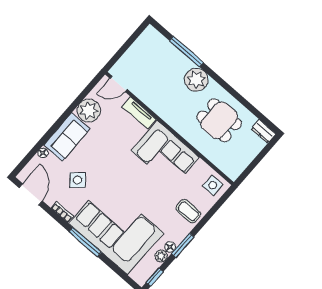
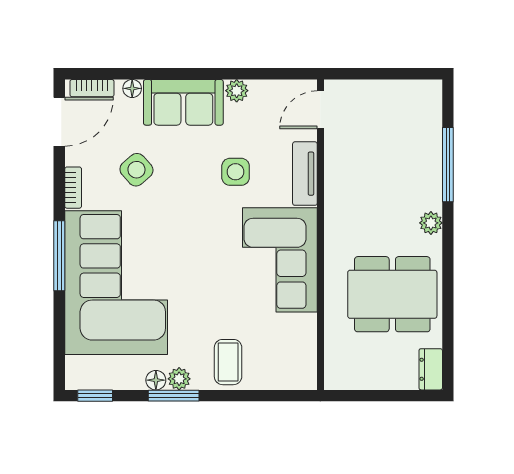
plant: (196, 80) -> (431, 223), width x0.53, depth x0.53
door: (119, 84) -> (320, 110), hinge flipped
plant: (89, 111) -> (237, 91), width x0.53, depth x0.53
dining table: (219, 120) -> (392, 294), width x1.38
bookcase: (29, 169) -> (92, 88), added
side table: (213, 185) -> (236, 172), moved
plant: (161, 256) -> (179, 379), moved

